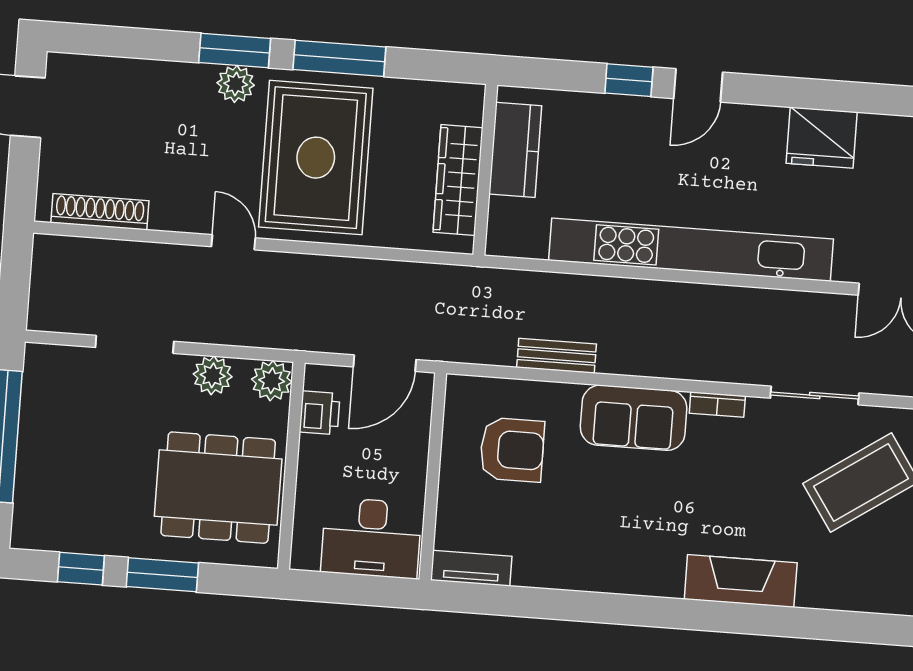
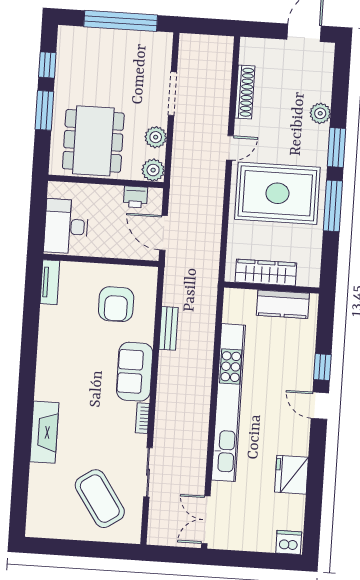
plant: (236, 84) -> (320, 113), moved
shoe rack: (100, 212) -> (245, 92), moved

